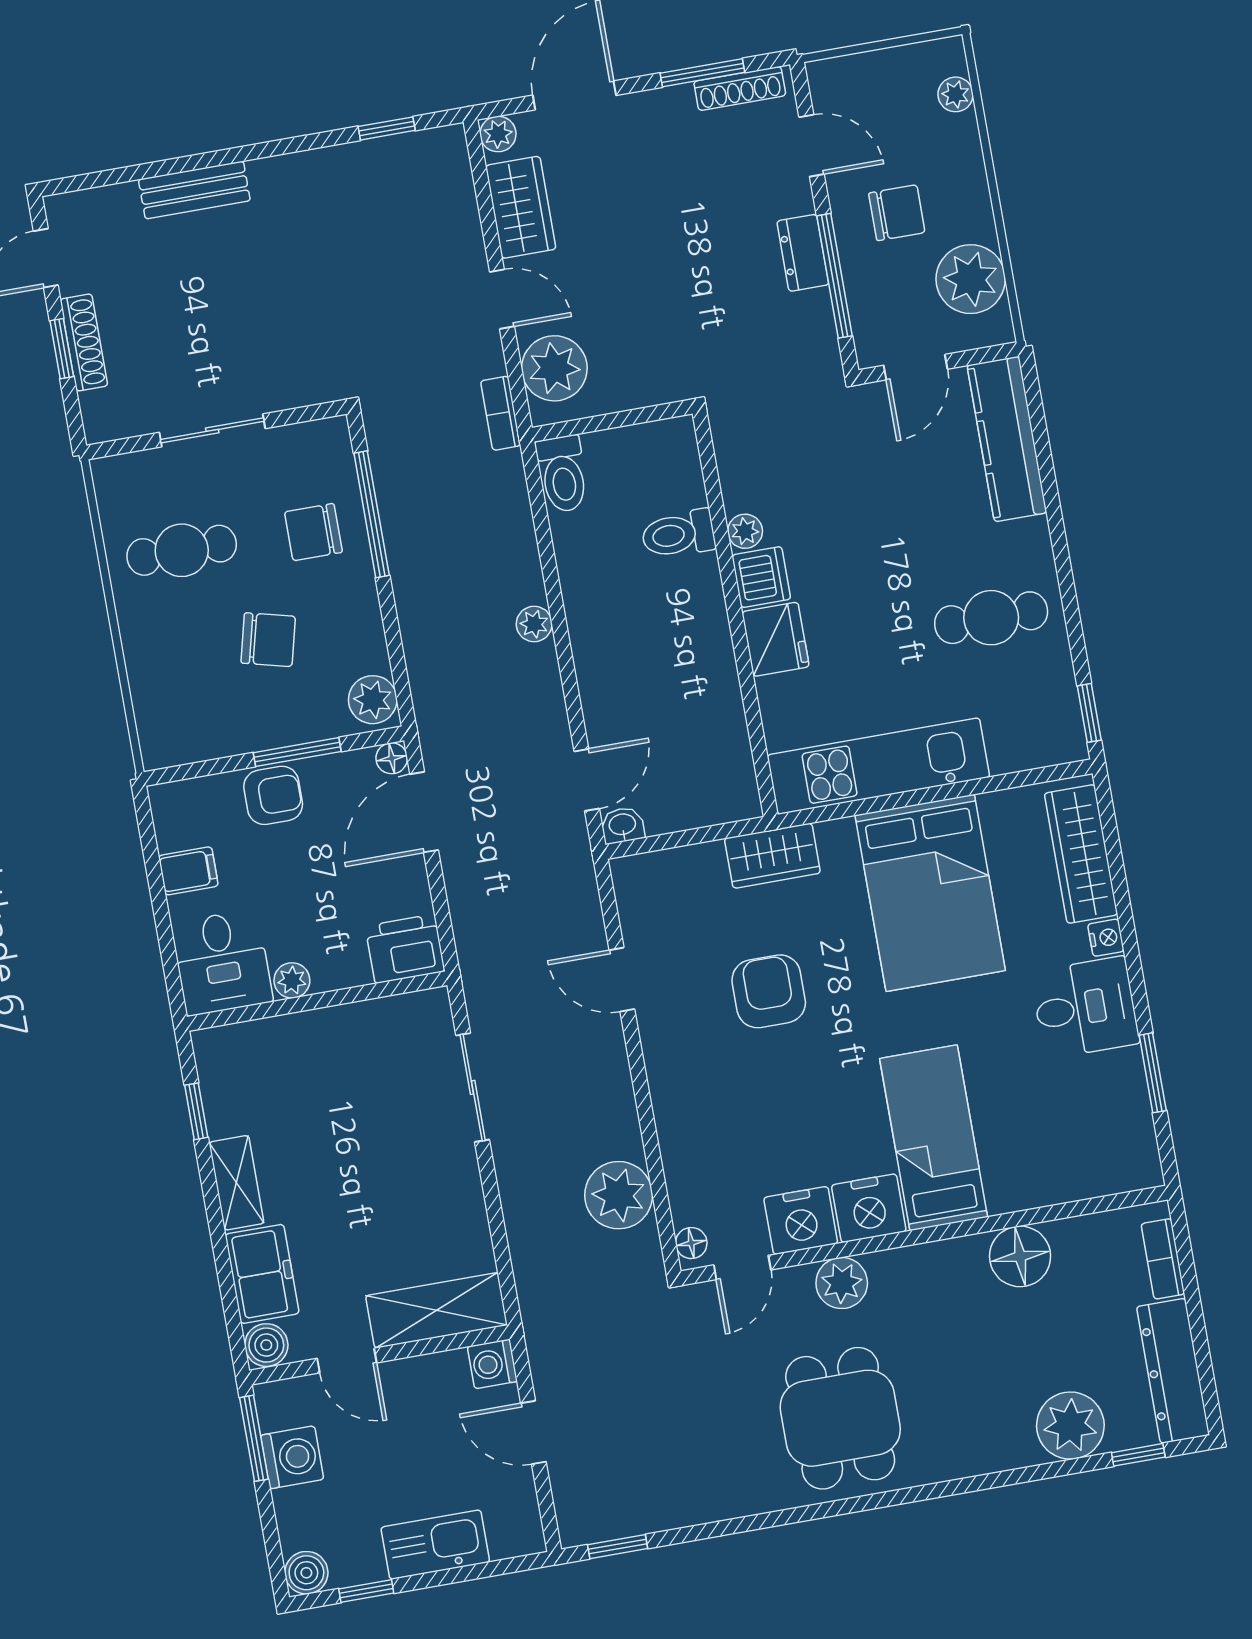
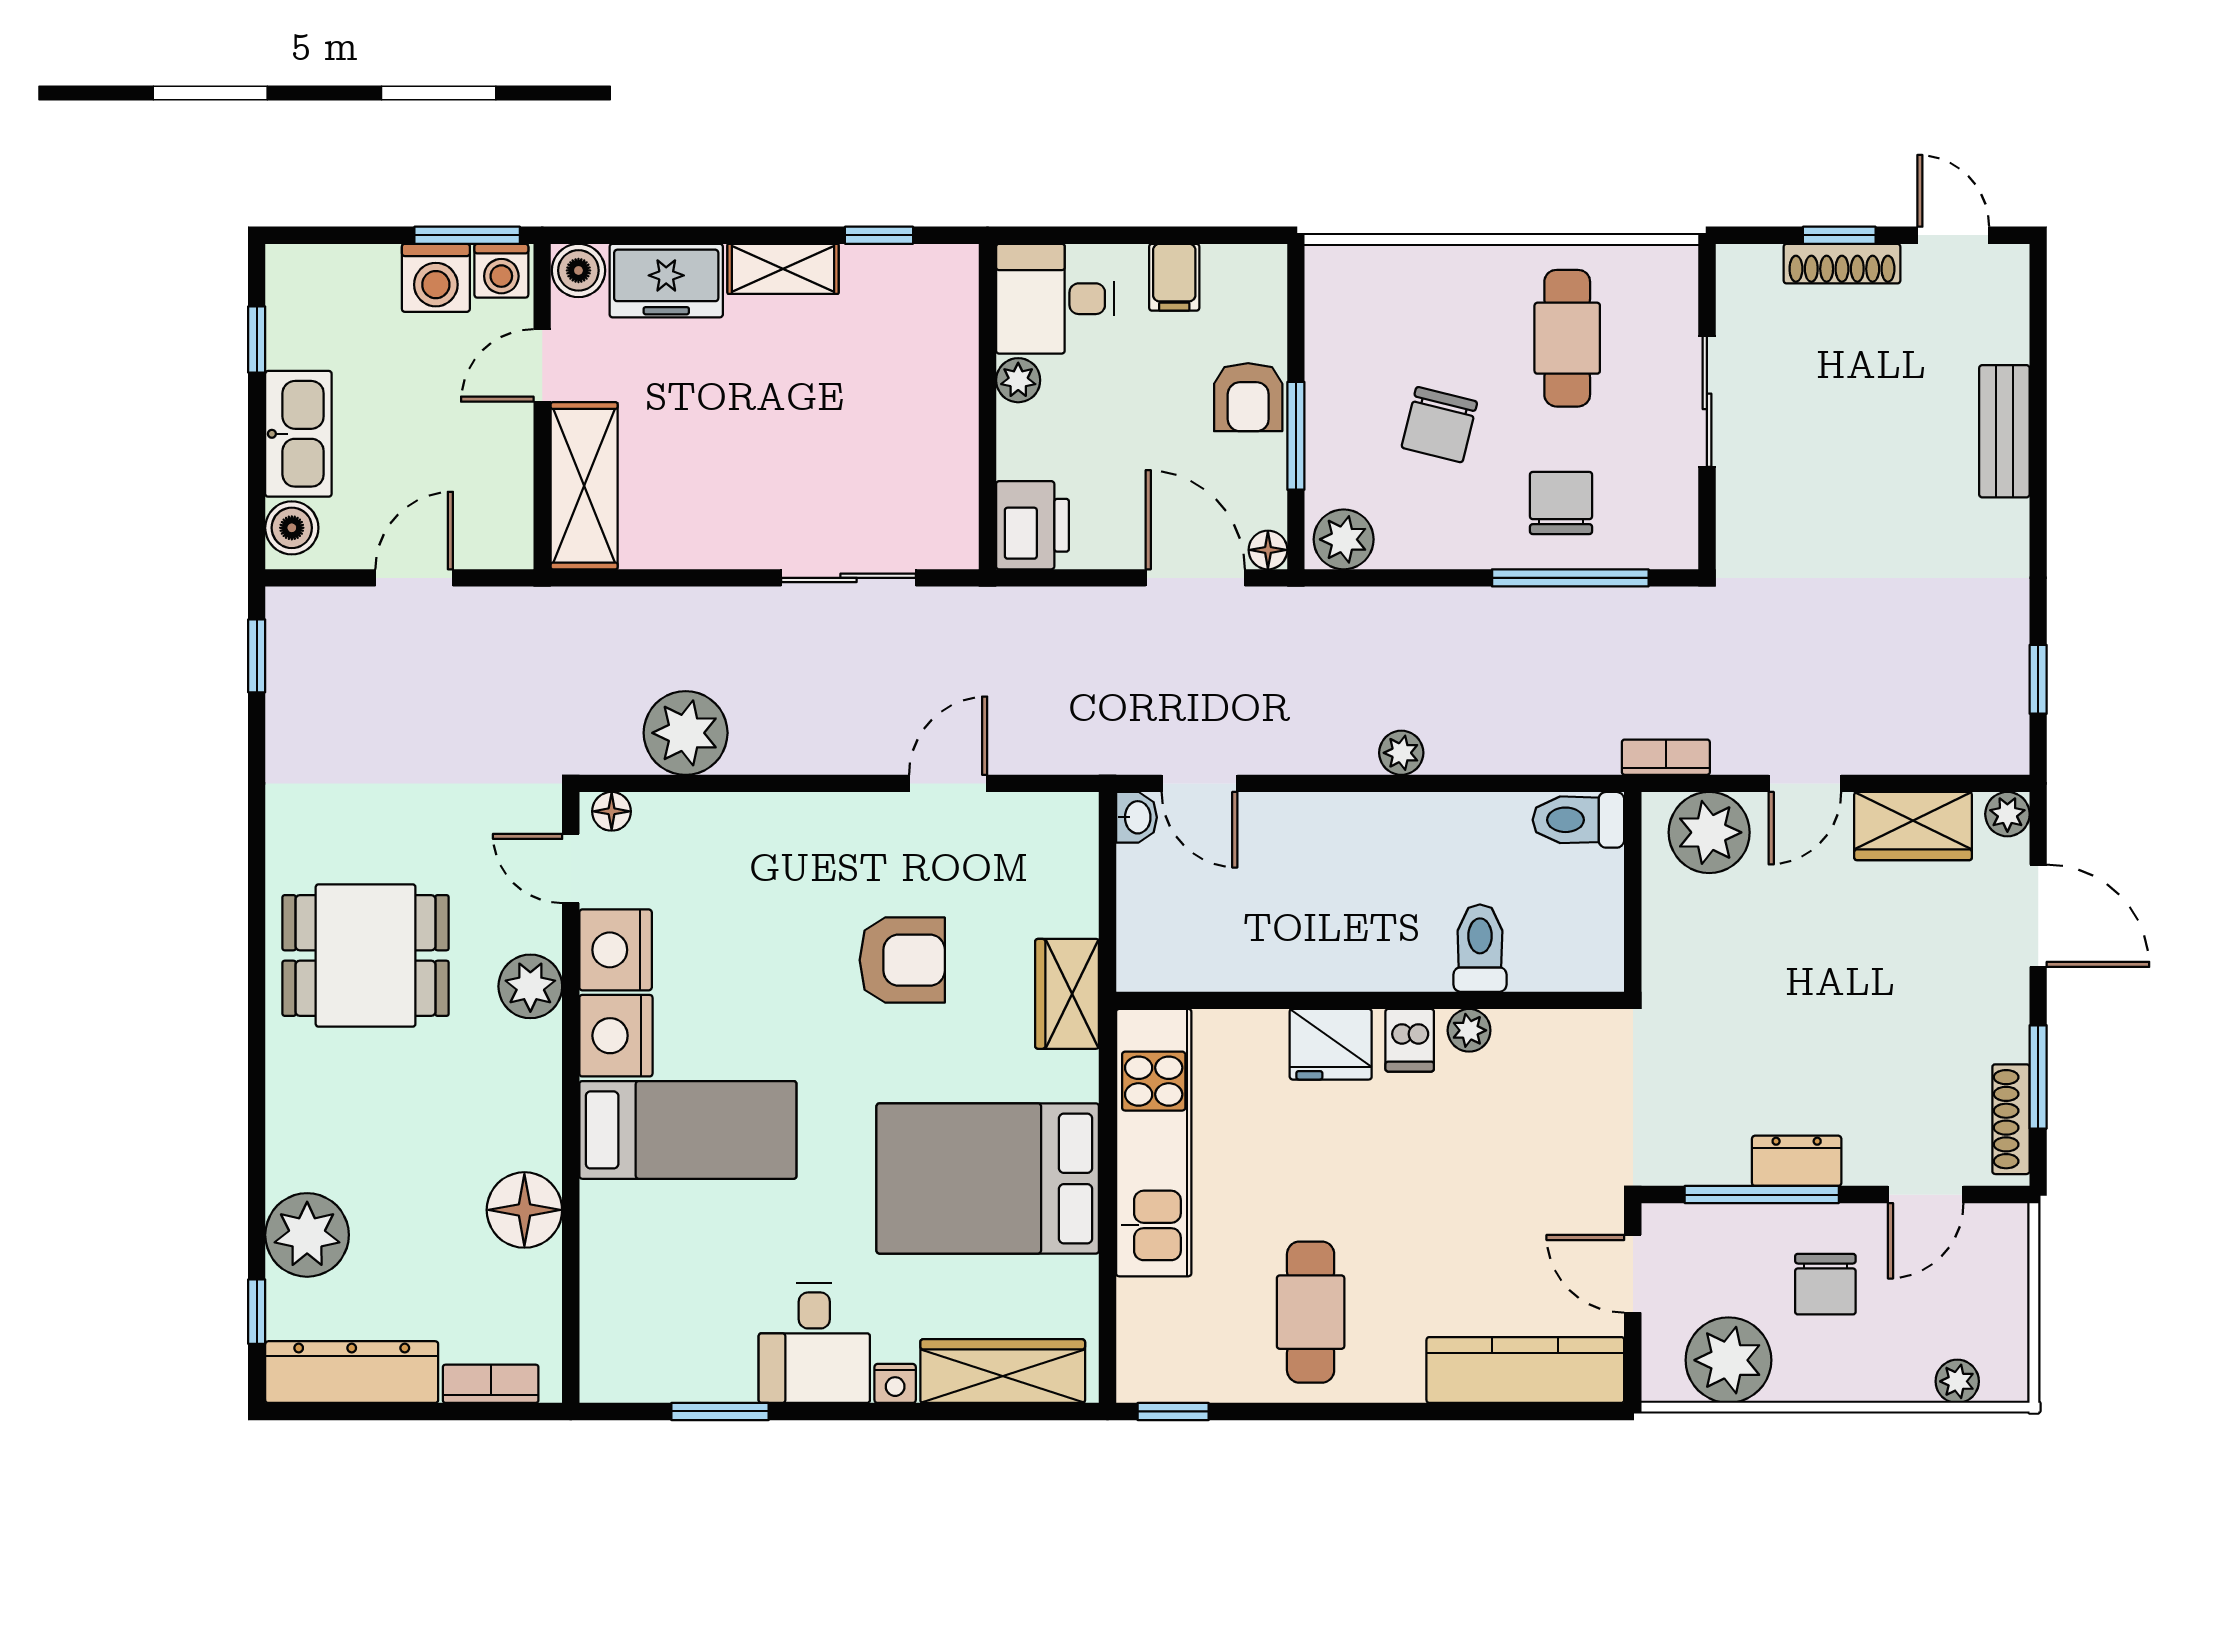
dishwasher: (761, 577) -> (1410, 1040), width x0.73
washing machine: (492, 1364) -> (501, 271), moved, turned 180
boiler: (306, 1573) -> (292, 528), moved

